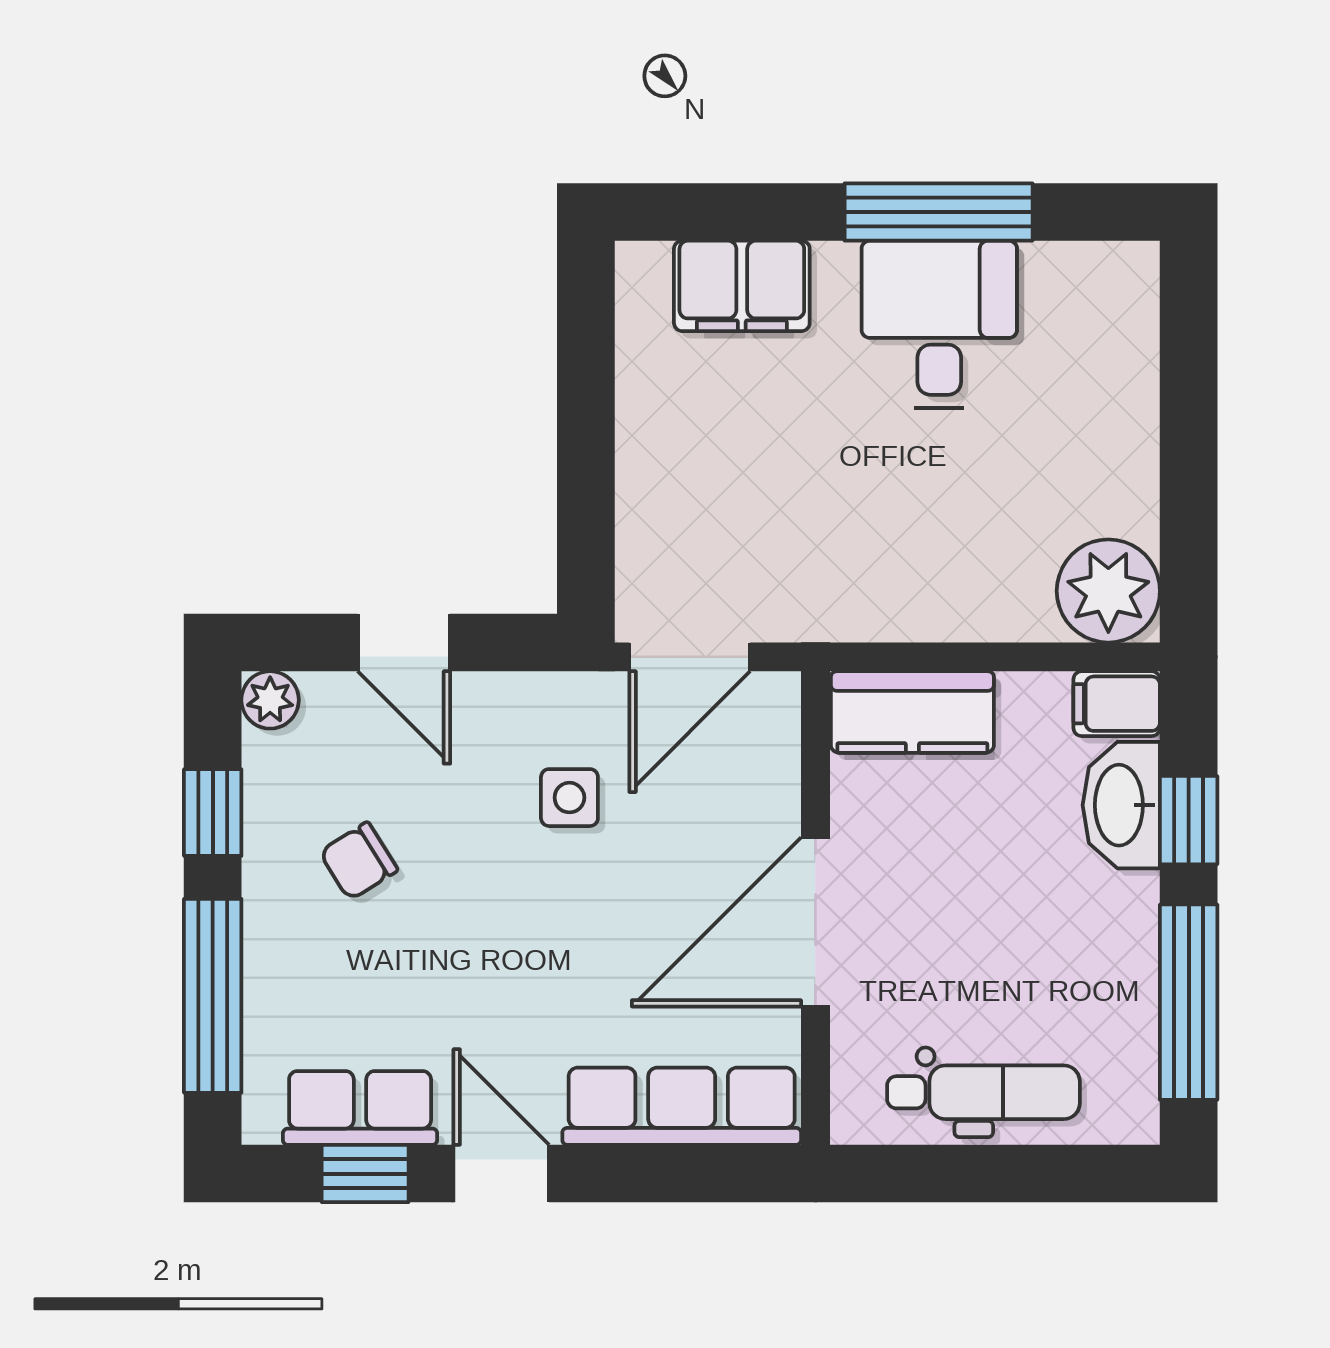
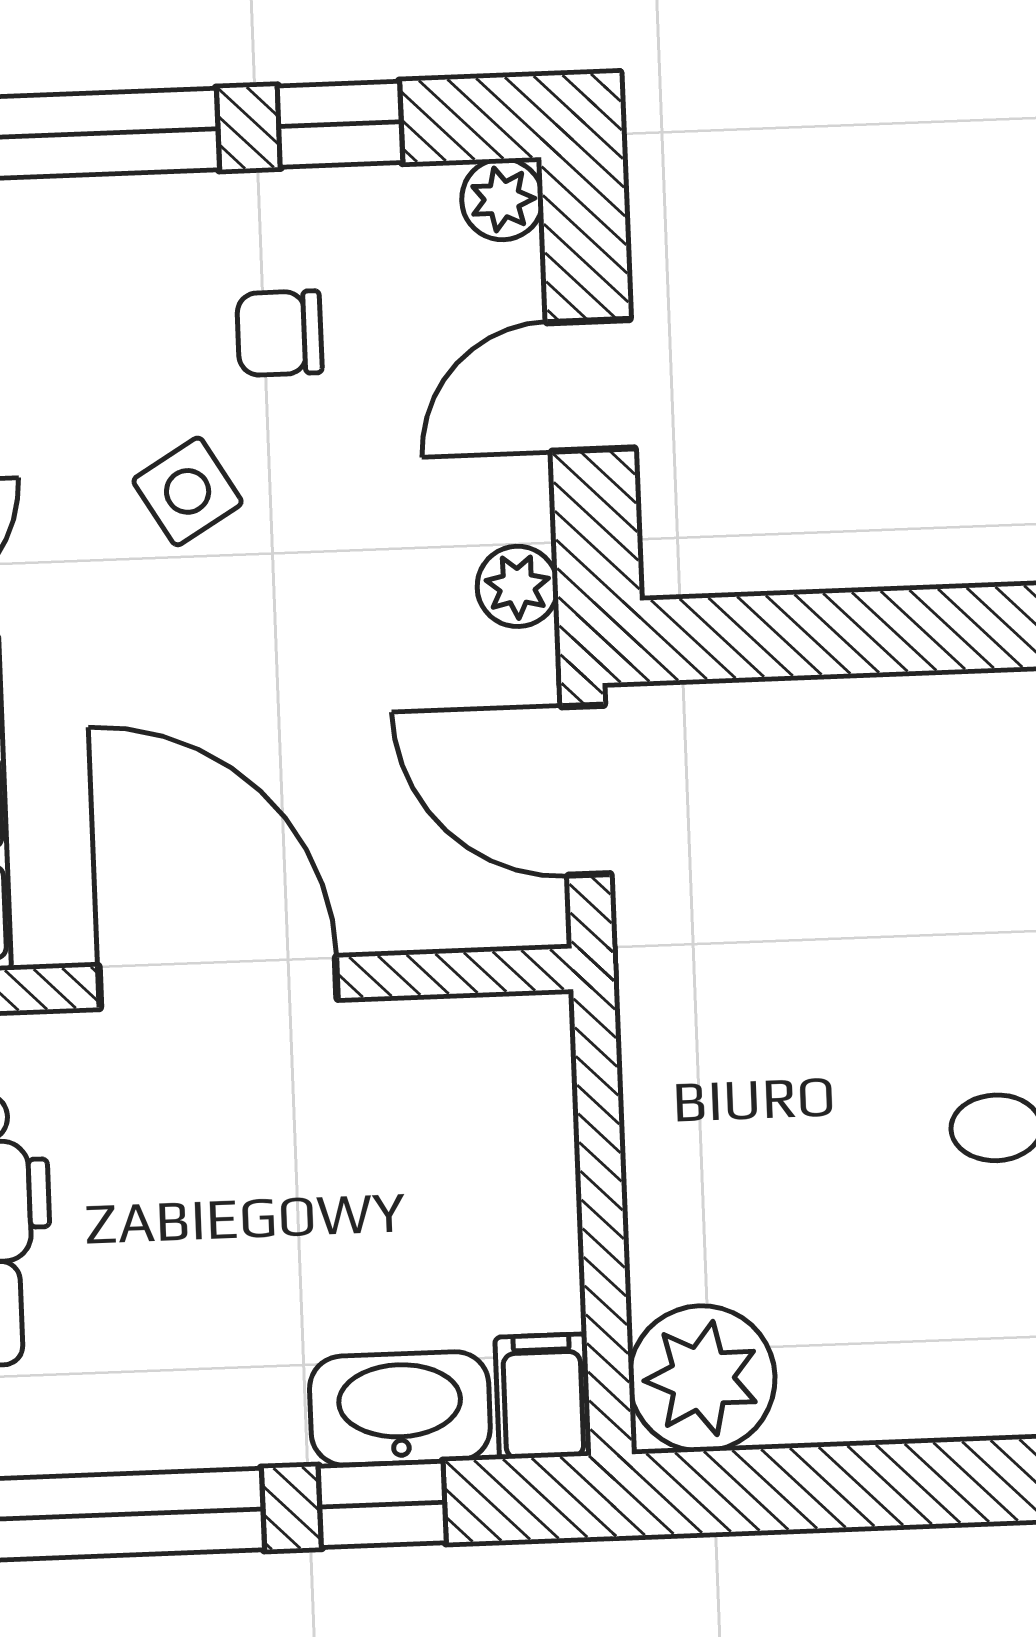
plant: (544, 700) -> (518, 586), added
kitchen counter: (912, 712) -> (520, 1108), removed
side table: (569, 798) -> (188, 491), moved, turned -31
chair: (359, 861) -> (279, 333), turned -58

